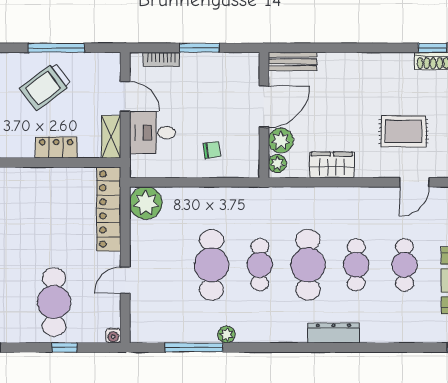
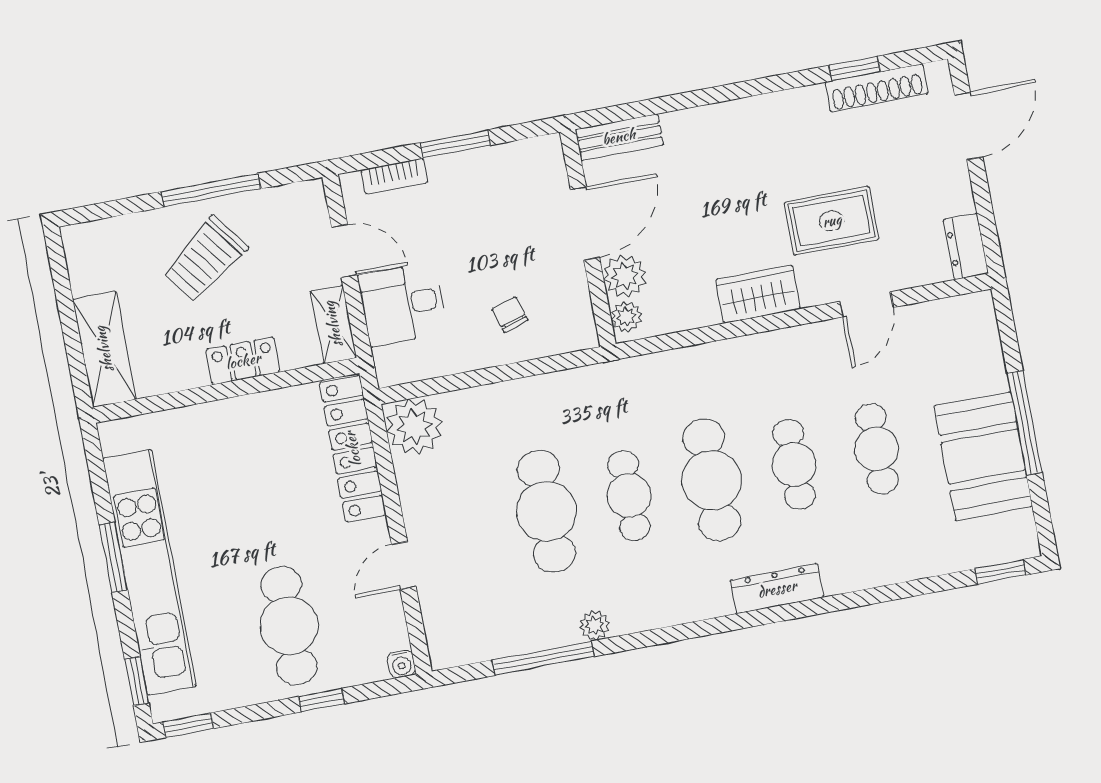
chair: (212, 150) -> (510, 315), turned -99
wardrobe: (332, 165) -> (758, 294), moved

